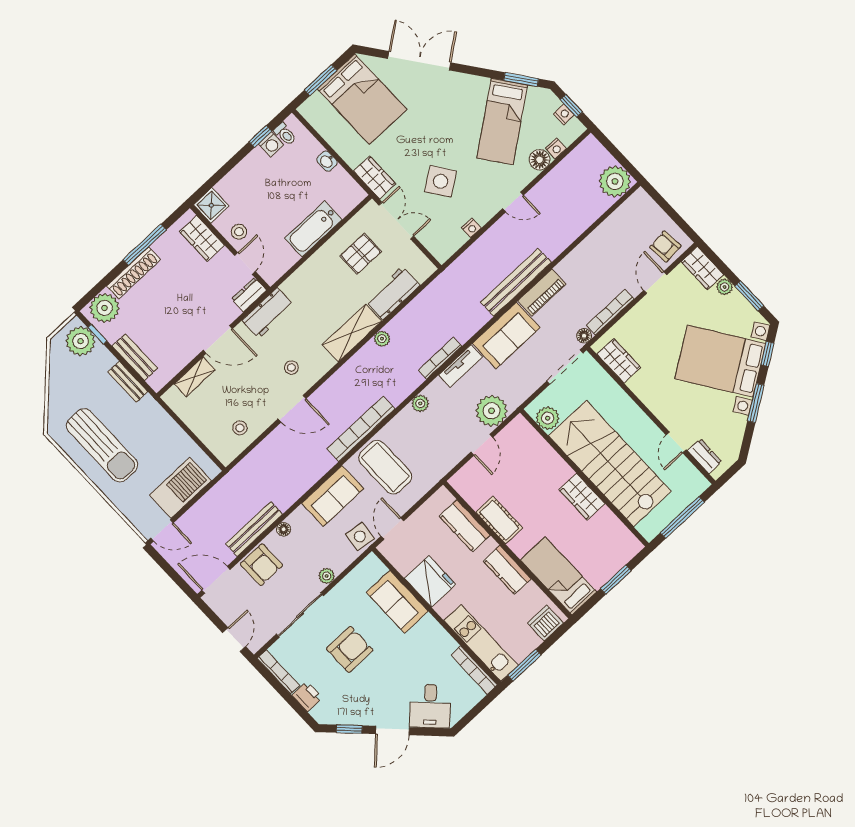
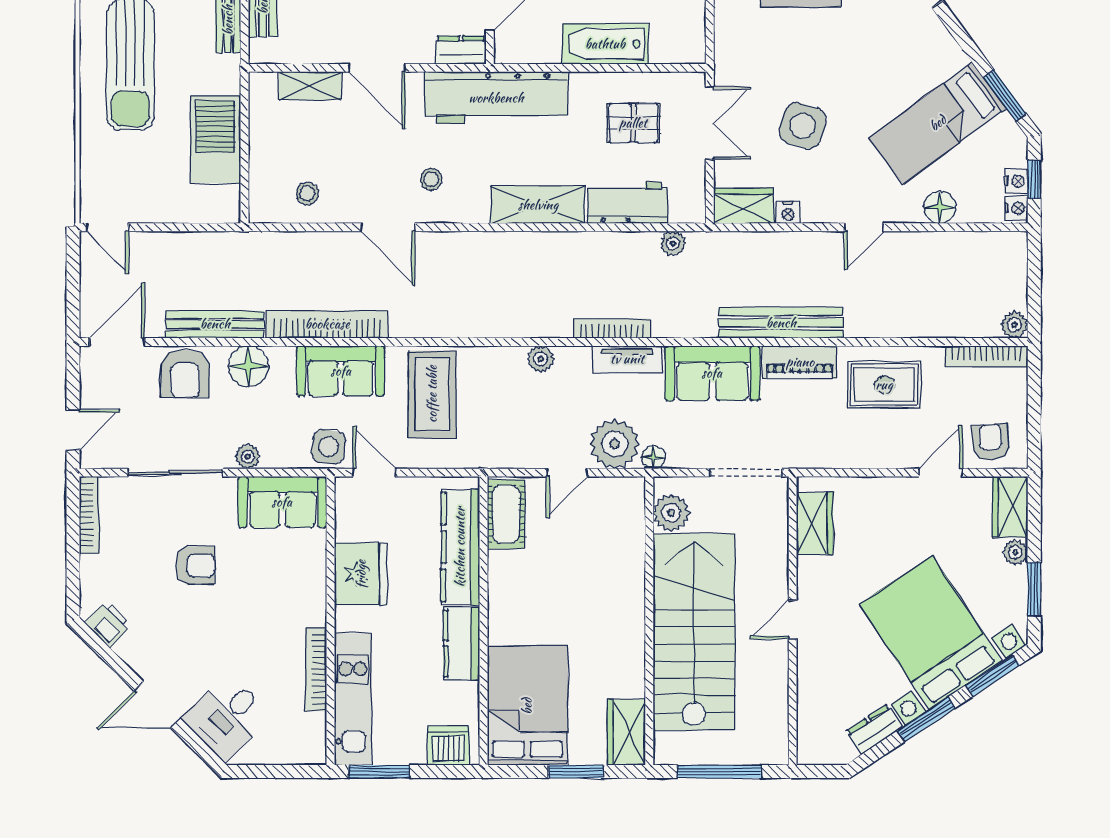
nightstand: (556, 149) -> (1016, 208), moved, turned -90
wardrobe: (375, 177) -> (744, 206), moved, turned -90
side table: (441, 181) -> (803, 126), turned -38
plant: (615, 181) -> (1014, 325), width x0.53, depth x0.53
door: (513, 202) -> (864, 227), hinge flipped
rug: (591, 266) -> (884, 385), added
bookcase: (610, 312) -> (986, 356), moved, turned 180
workbench: (268, 313) -> (496, 98), width x1.88, depth x1.32
floor lamp: (584, 336) -> (654, 457), moved
plant: (382, 339) -> (673, 243), moved
window: (767, 354) -> (993, 675), width x1.50
bookcase: (361, 429) -> (327, 324), moved
door: (676, 442) -> (793, 619), moved
dresser: (705, 456) -> (874, 729), moved, turned -124
barbecue: (180, 488) -> (215, 140), moved, turned -90
wardrobe: (582, 497) -> (626, 732), moved
cot: (499, 520) -> (506, 514), moved
kitchen counter: (465, 526) -> (460, 547), width x1.50
door: (392, 528) -> (374, 473), hinge flipped
floor lamp: (284, 529) -> (249, 366), width x1.89, depth x1.89
bed: (559, 576) -> (527, 706), width x1.50
door: (216, 580) -> (117, 342), hinge flipped
sofa: (397, 602) -> (282, 502), moved, turned -90
armchair: (350, 649) -> (195, 566), width x0.72, depth x0.72
bookcase: (474, 670) -> (316, 669), moved
printer: (307, 696) -> (108, 624), moved, turned -45
window: (349, 729) -> (109, 657), removed

